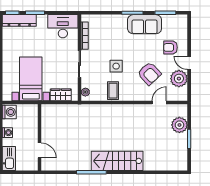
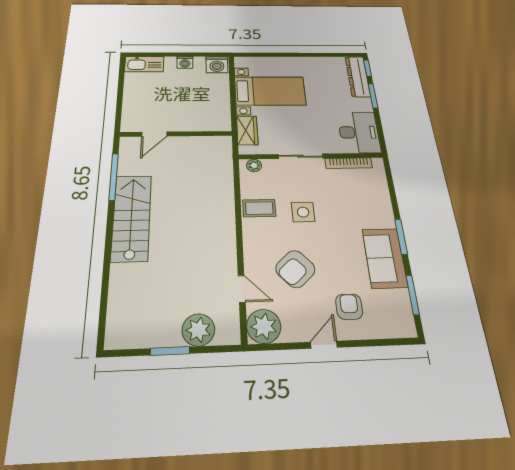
plant: (179, 79) -> (264, 326), moved
wall: (40, 137) -> (176, 134), moved
door: (40, 150) -> (154, 134), moved

